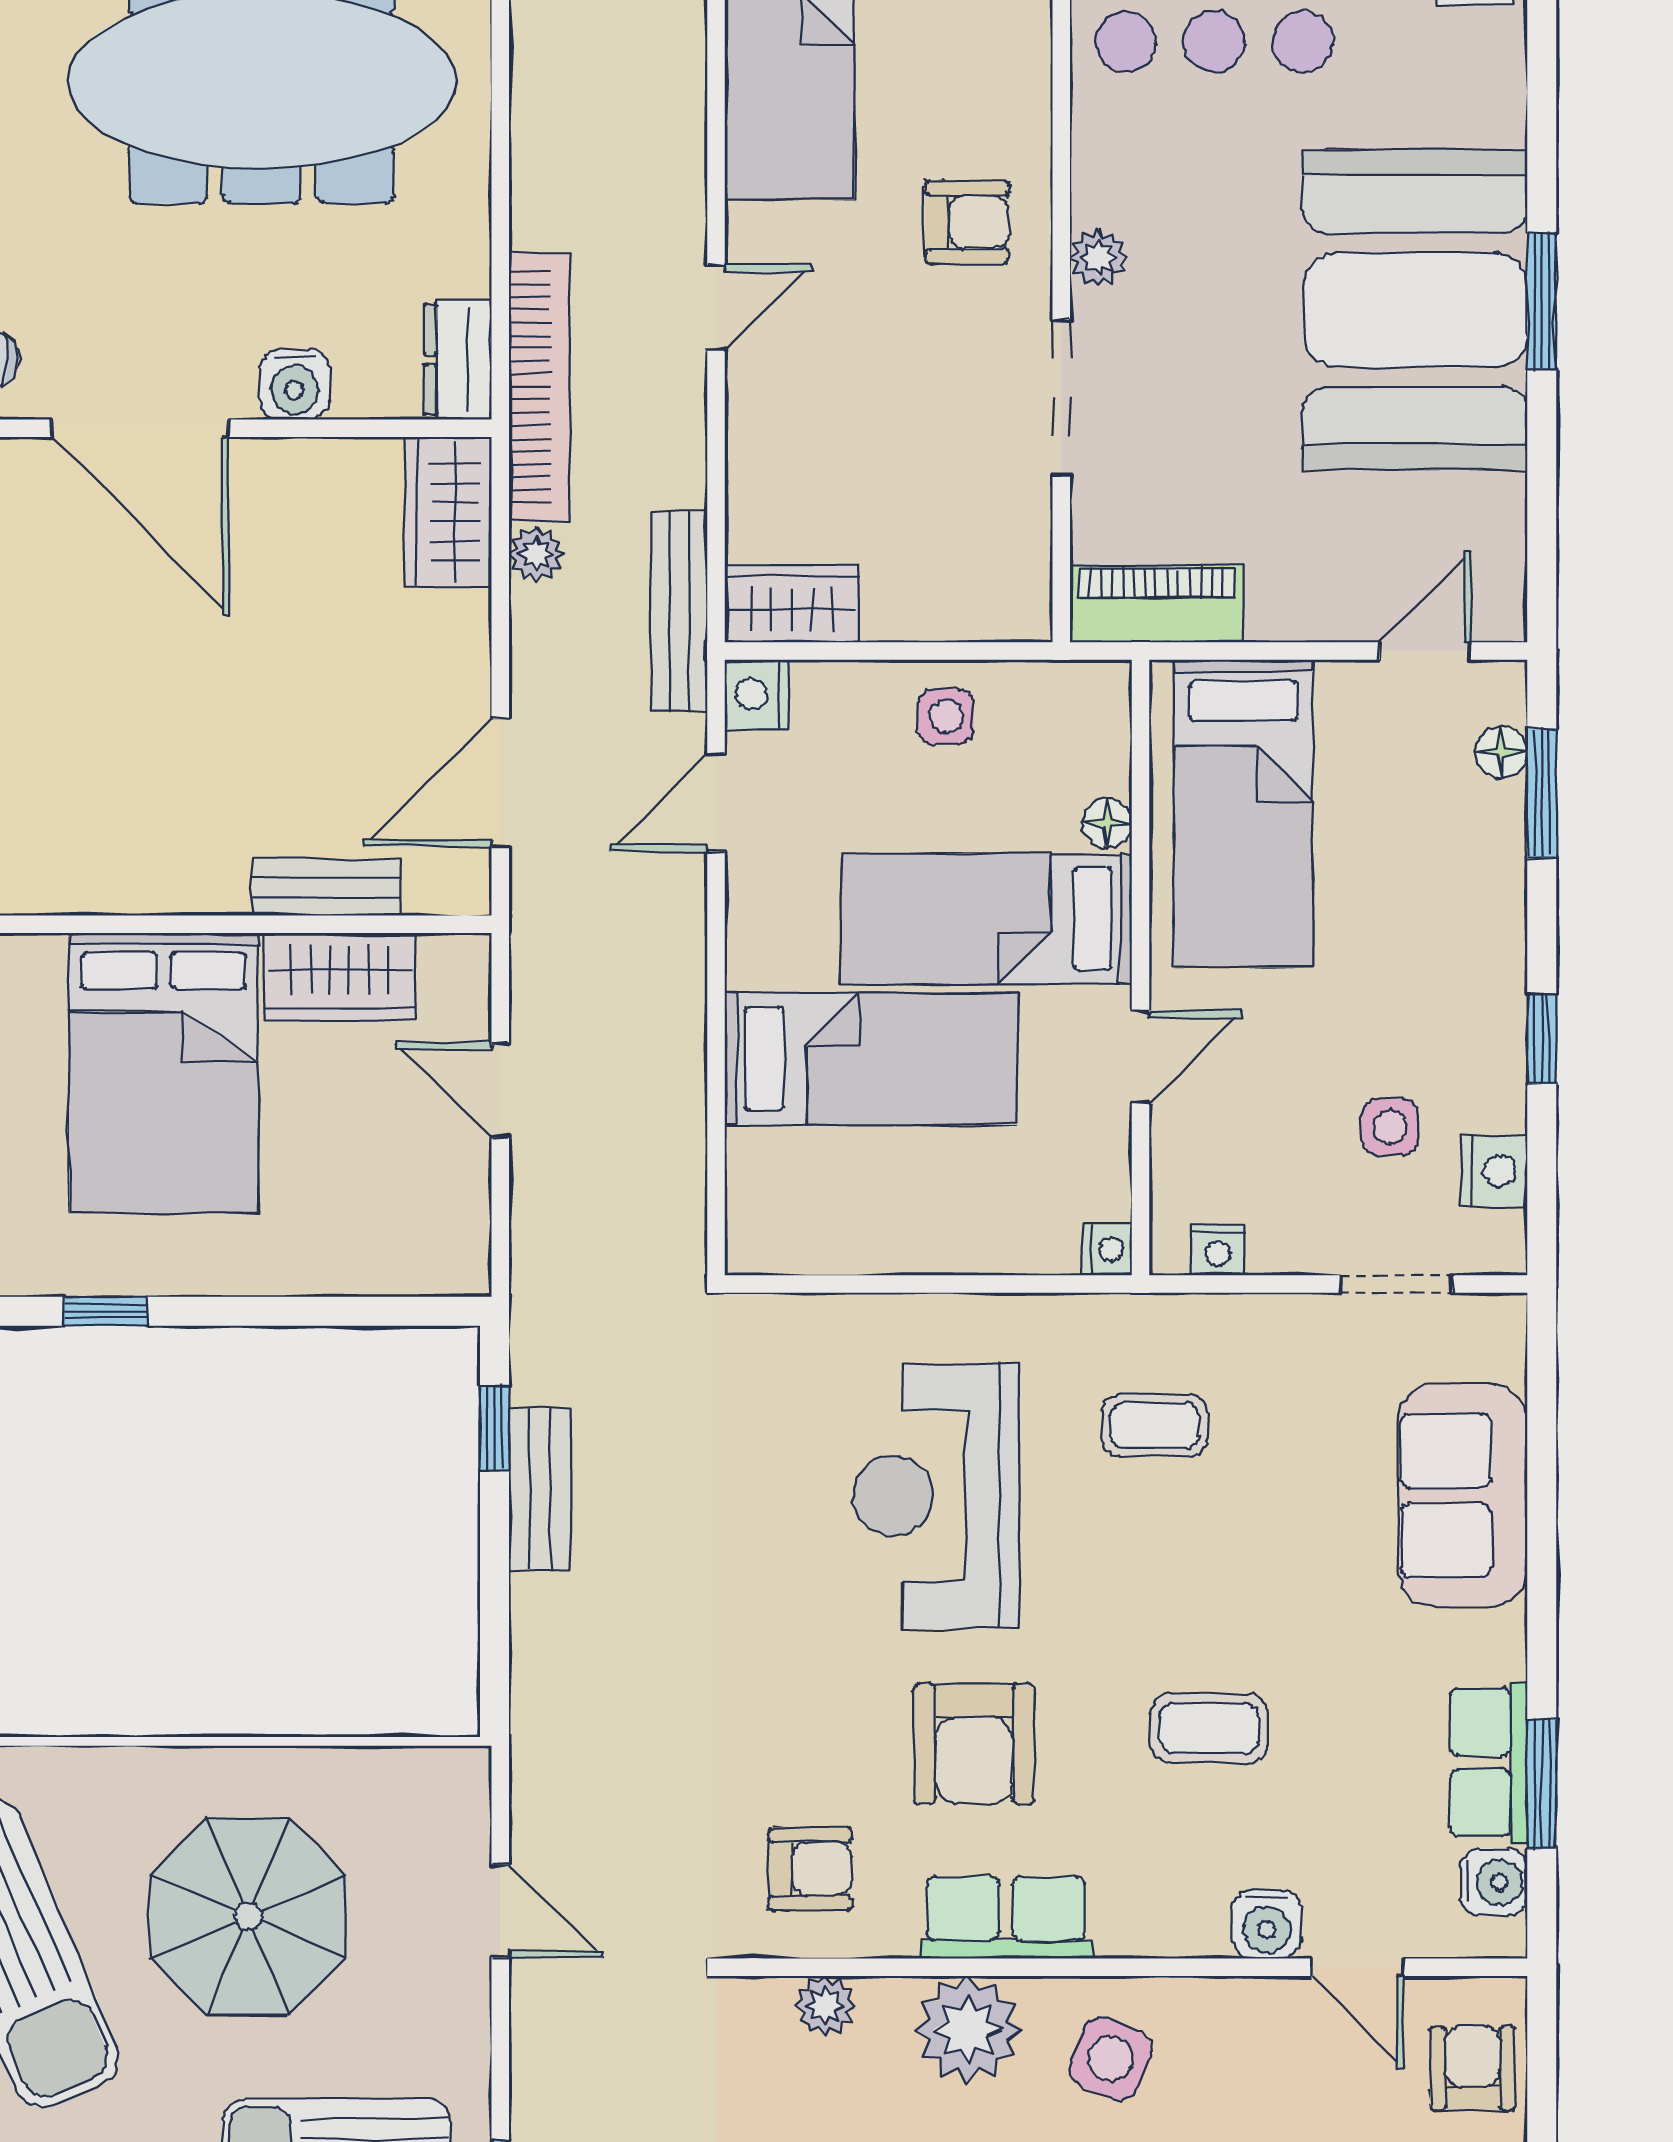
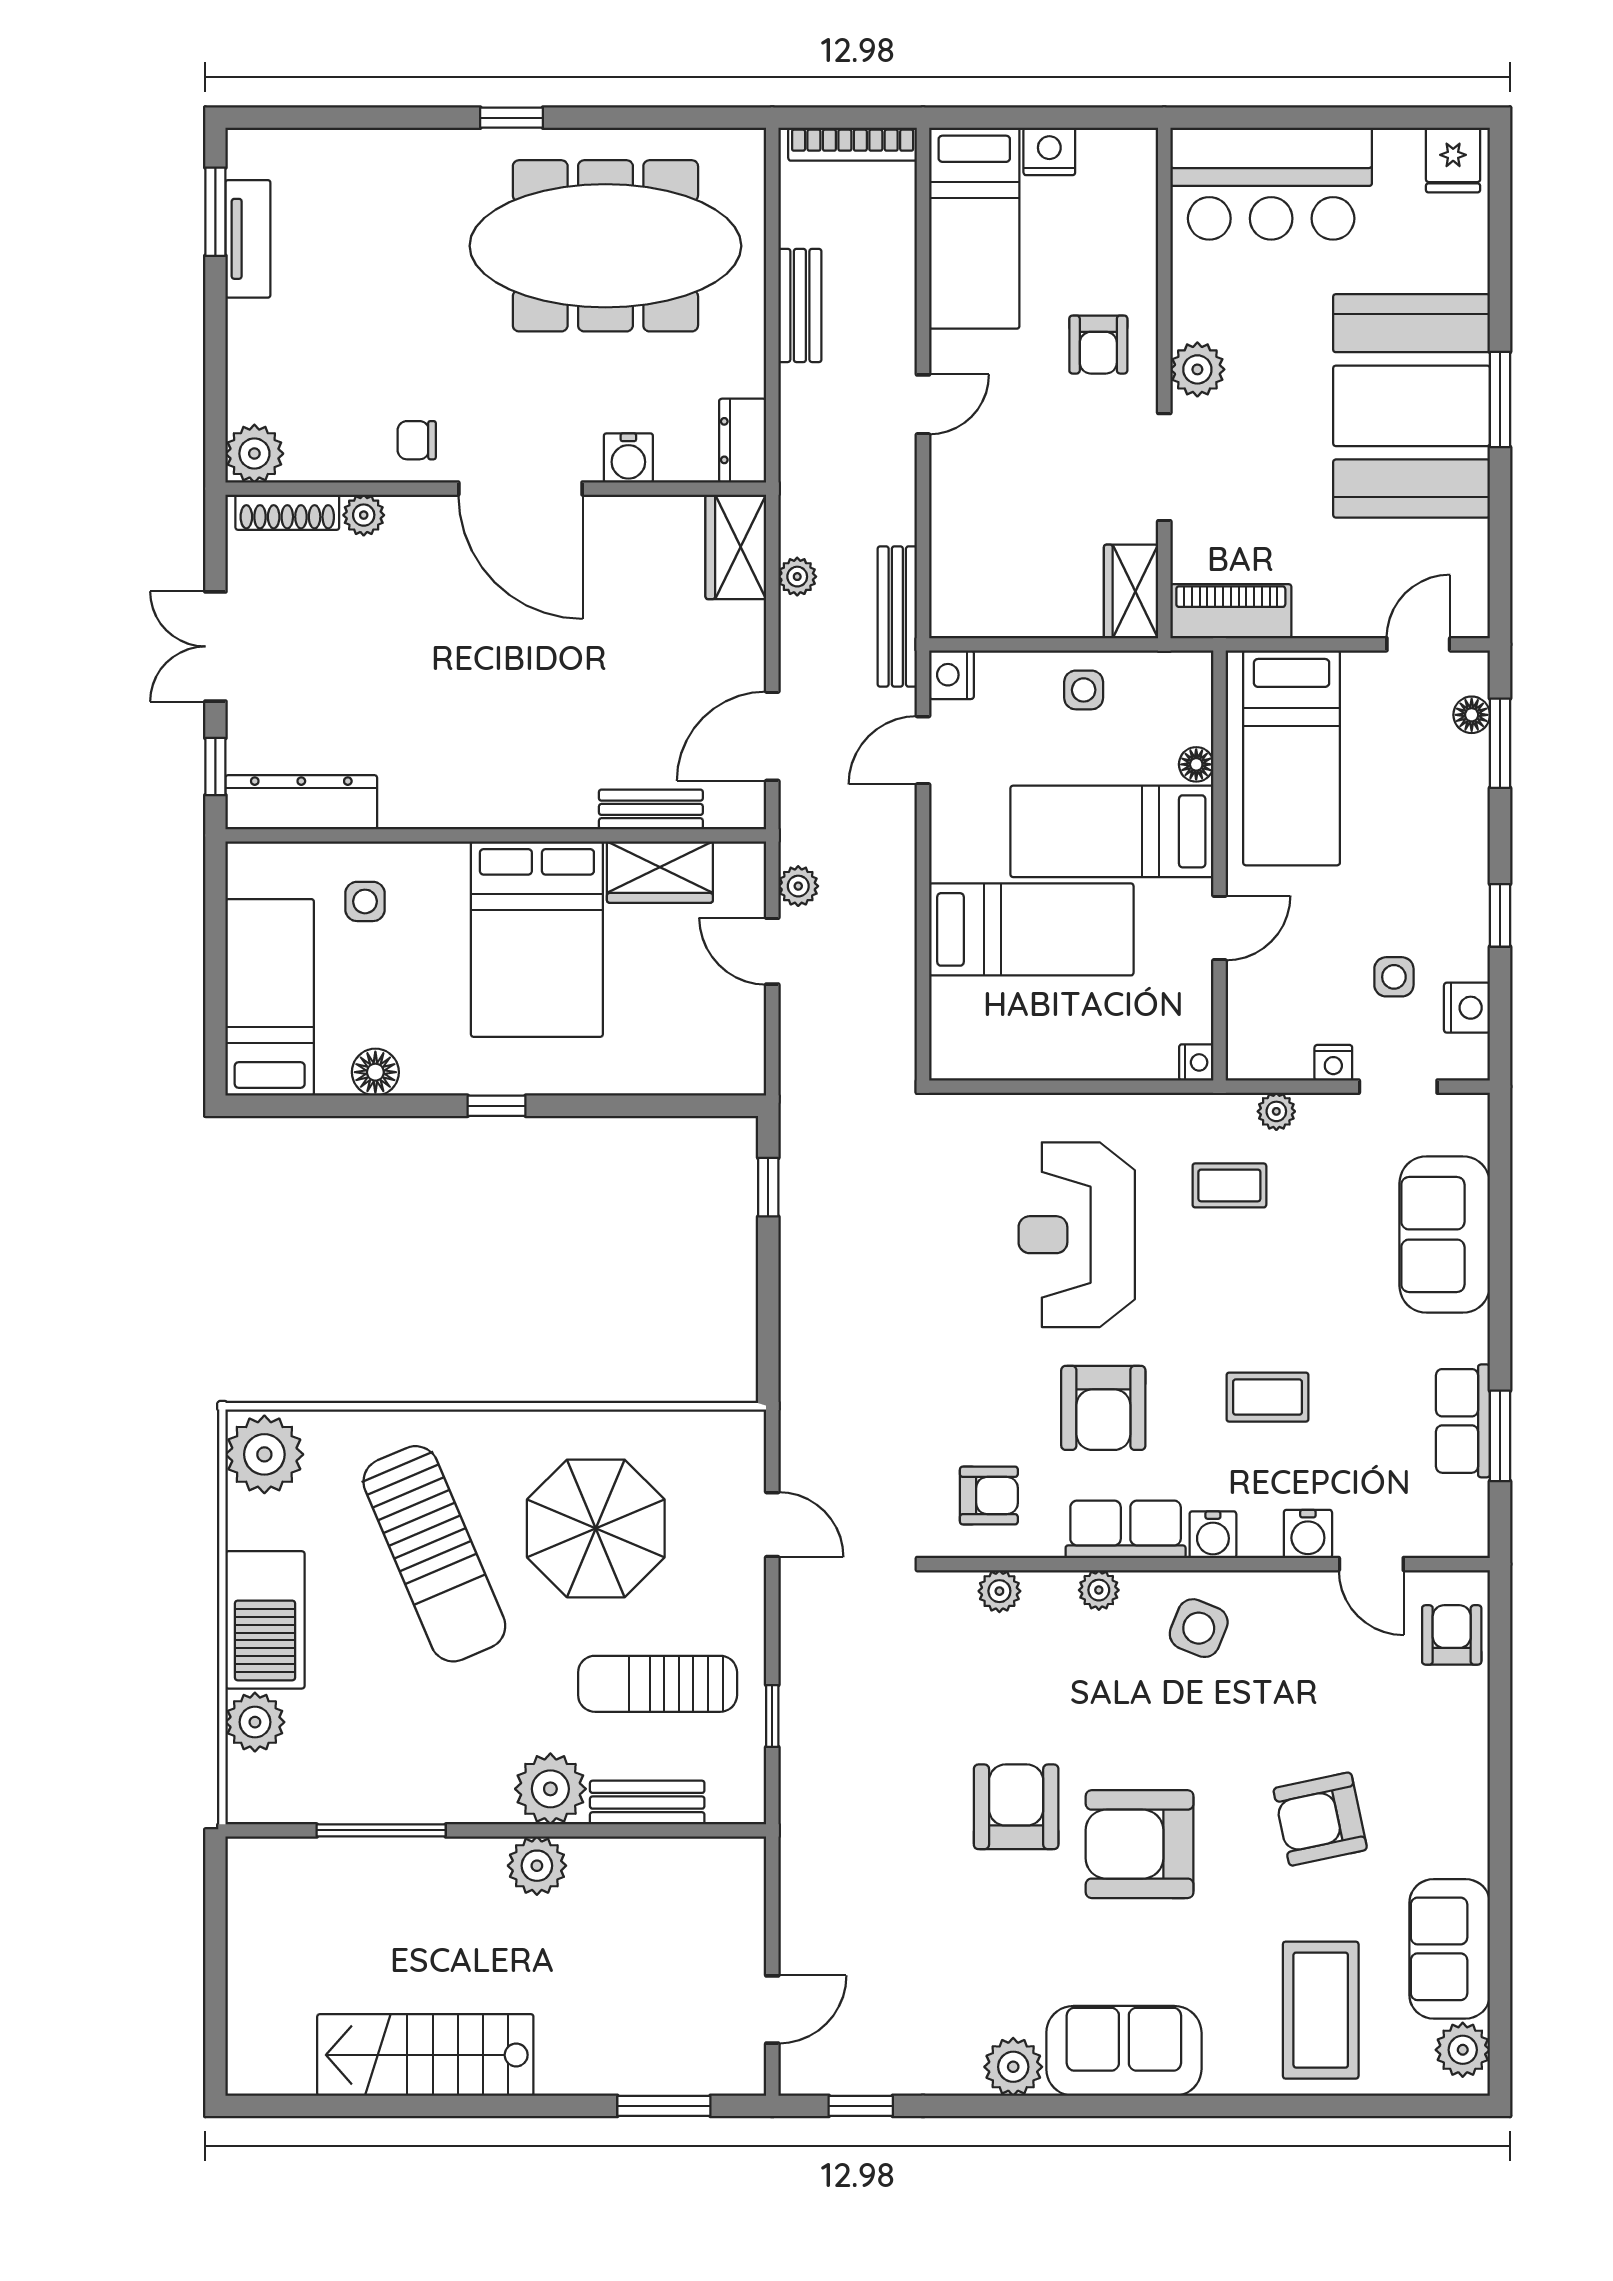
armchair: (967, 222) -> (1098, 345), turned 90
plant: (1098, 258) -> (1197, 369), width x1.38, depth x1.38
bookcase: (539, 387) -> (800, 460), removed
wardrobe: (792, 604) -> (1131, 591), moved, turned -90
plant: (538, 997) -> (798, 886), added
nightstand: (1218, 1250) -> (1333, 1063), moved
plant: (1222, 1319) -> (1276, 1111), added
bench: (540, 1489) -> (800, 305), moved
water cooler: (1494, 1882) -> (1213, 1535), moved, turned 90
plant: (968, 2029) -> (1099, 1590), width x0.53, depth x0.53

